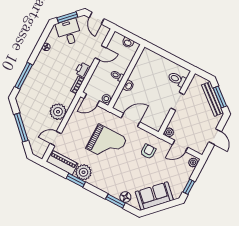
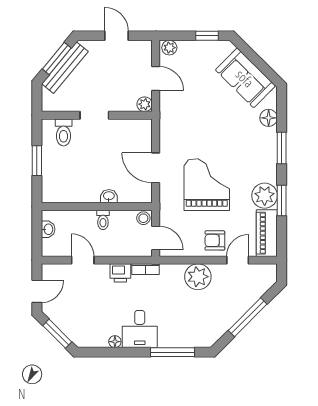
desk: (69, 32) -> (140, 329), moved, turned -45
window: (169, 56) -> (37, 161), added
door: (215, 137) -> (117, 36), hinge flipped
door: (56, 139) -> (238, 260), swing flipped
armchair: (148, 152) -> (215, 240), moved
window: (115, 201) -> (282, 148), moved

